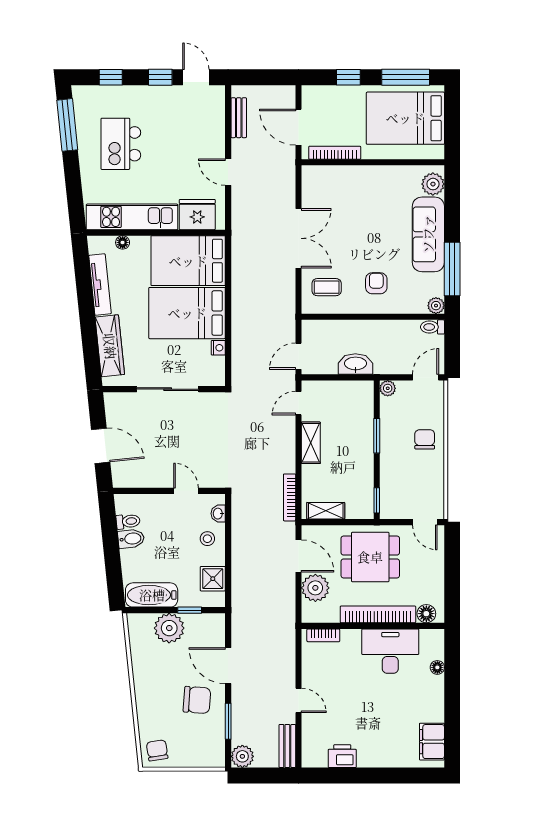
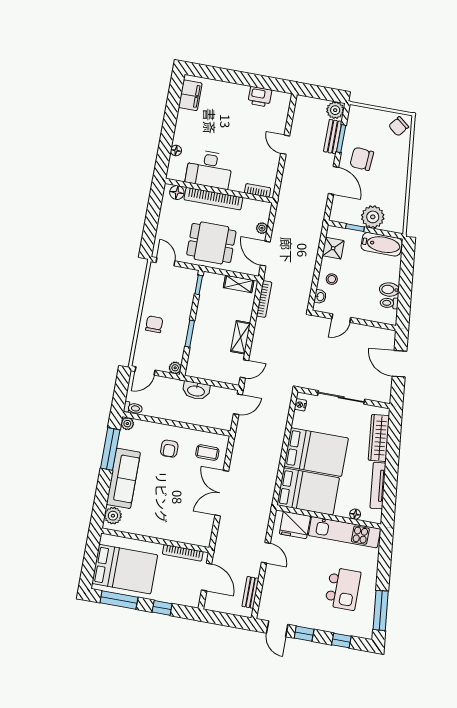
nightstand: (218, 348) -> (300, 405), moved
chair: (425, 439) -> (154, 324), turned 180
door: (186, 491) -> (341, 318), hinge flipped
plant: (315, 588) -> (262, 228), width x0.53, depth x0.53
bench: (287, 746) -> (333, 137), moved
chair: (157, 750) -> (399, 126), turned 47

